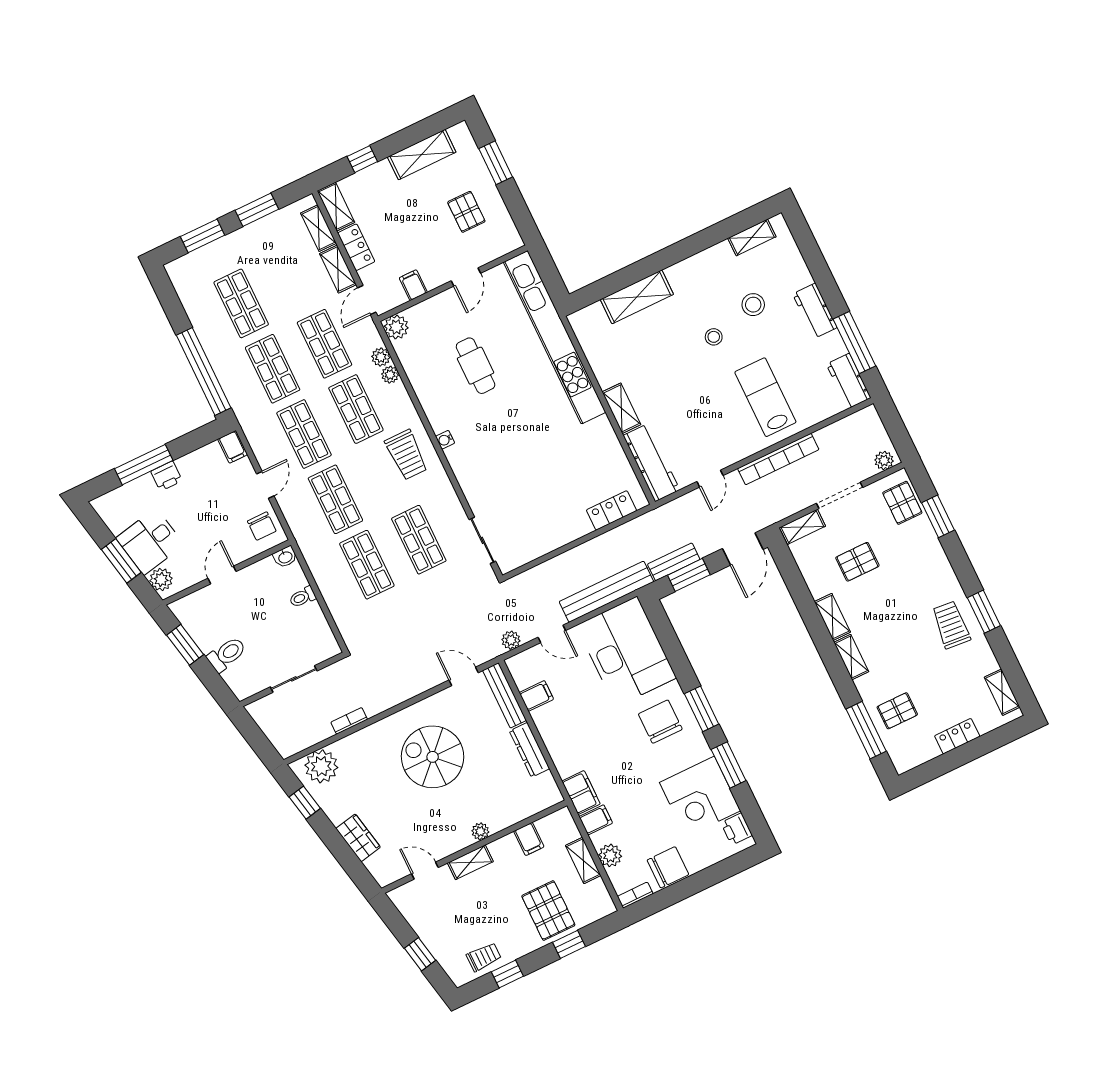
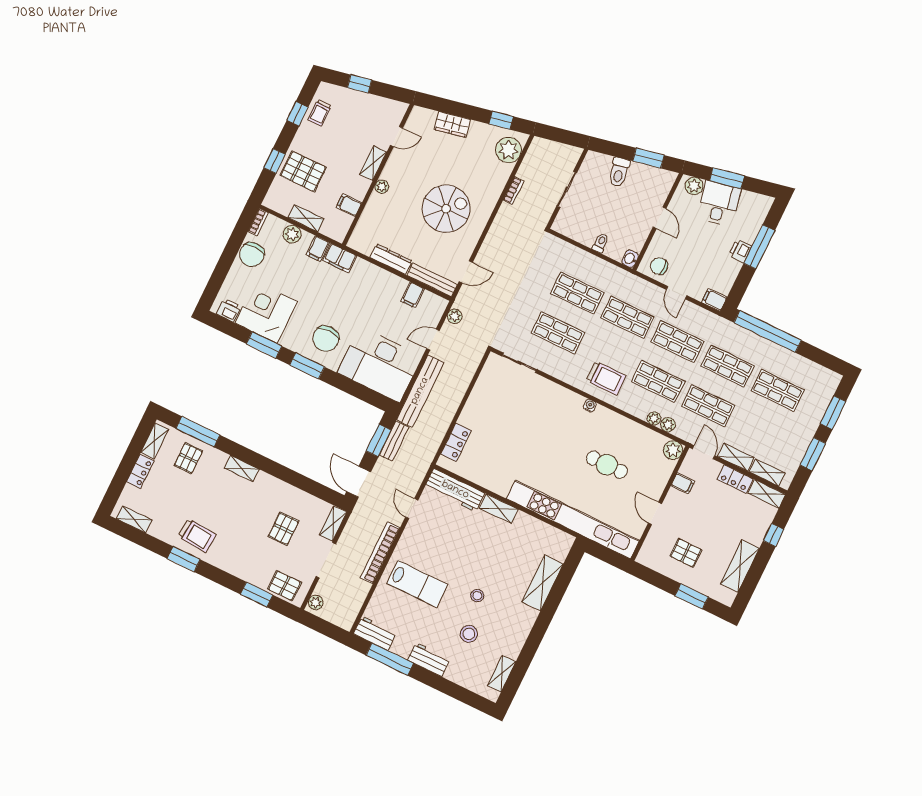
trolley: (406, 455) -> (606, 378), turned 180
shelving: (832, 617) -> (155, 441), moved, turned 90
chair: (660, 722) -> (326, 339), turned 90

